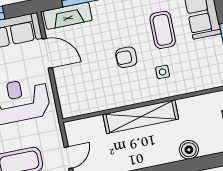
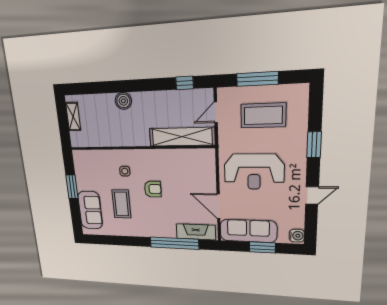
shelving: (141, 117) -> (182, 137), moved
boiler: (189, 150) -> (123, 101), moved

